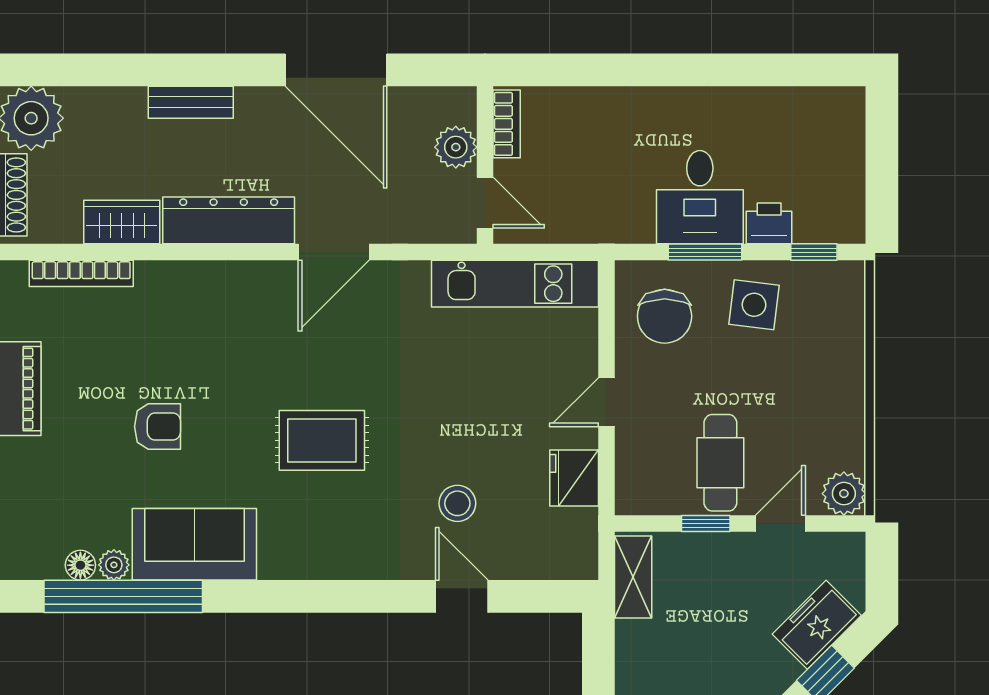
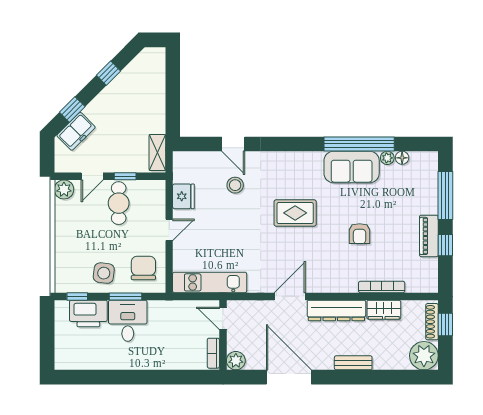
plant: (456, 147) -> (236, 361), moved
printer: (769, 223) -> (88, 313), width x1.87, depth x1.48
bookcase: (81, 273) -> (382, 287), moved
armchair: (158, 427) -> (360, 234), moved, turned -90
window: (123, 596) -> (359, 144), moved

